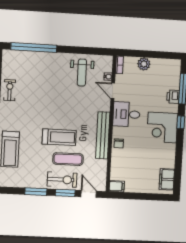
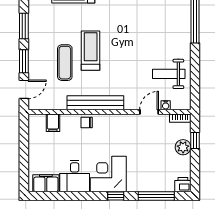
window: (139, 54) -> (195, 140), added
printer: (173, 97) -> (183, 185), moved
desk: (126, 114) -> (75, 176), moved, turned 180
treadmill: (59, 137) -> (91, 51), turned 180
exercise bike: (62, 180) -> (40, 57), removed
filing cabinet: (117, 186) -> (53, 123), moved

